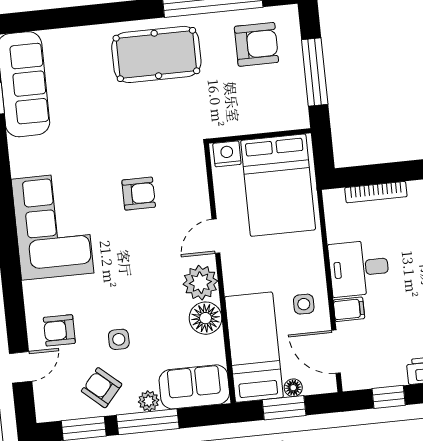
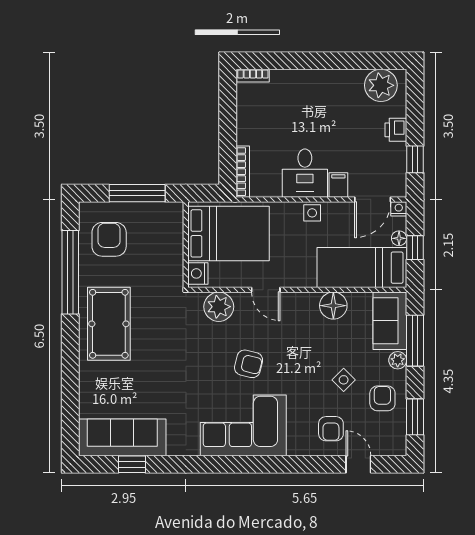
bookcase: (376, 192) -> (243, 172), moved
armchair: (139, 194) -> (249, 364), moved, turned 104
plant: (200, 283) -> (219, 307), moved
side table: (304, 304) -> (312, 213), moved
side table: (119, 339) -> (344, 380), turned 45
nightstand: (328, 384) -> (399, 209), added
armchair: (102, 388) -> (382, 398), turned 139
window: (284, 408) -> (415, 248), width x0.67
window: (148, 422) -> (415, 341), moved

